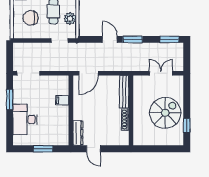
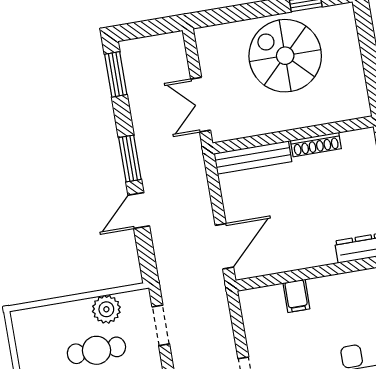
door: (88, 73) -> (224, 246), hinge flipped
double door: (161, 73) -> (201, 105), moved

